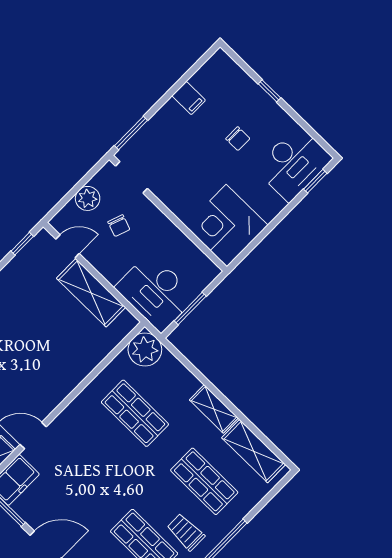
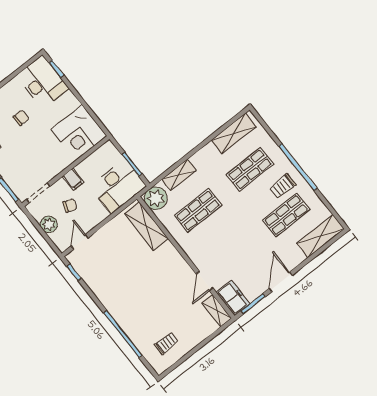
filing cabinet: (158, 226) -> (73, 179), added
shelving: (91, 293) -> (146, 226), moved, turned 90
shelving: (214, 409) -> (179, 175), moved

